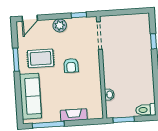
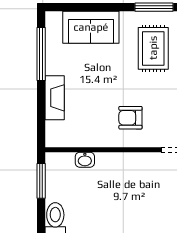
armchair: (71, 65) -> (130, 118), moved
sofa: (30, 96) -> (91, 27), width x0.73

